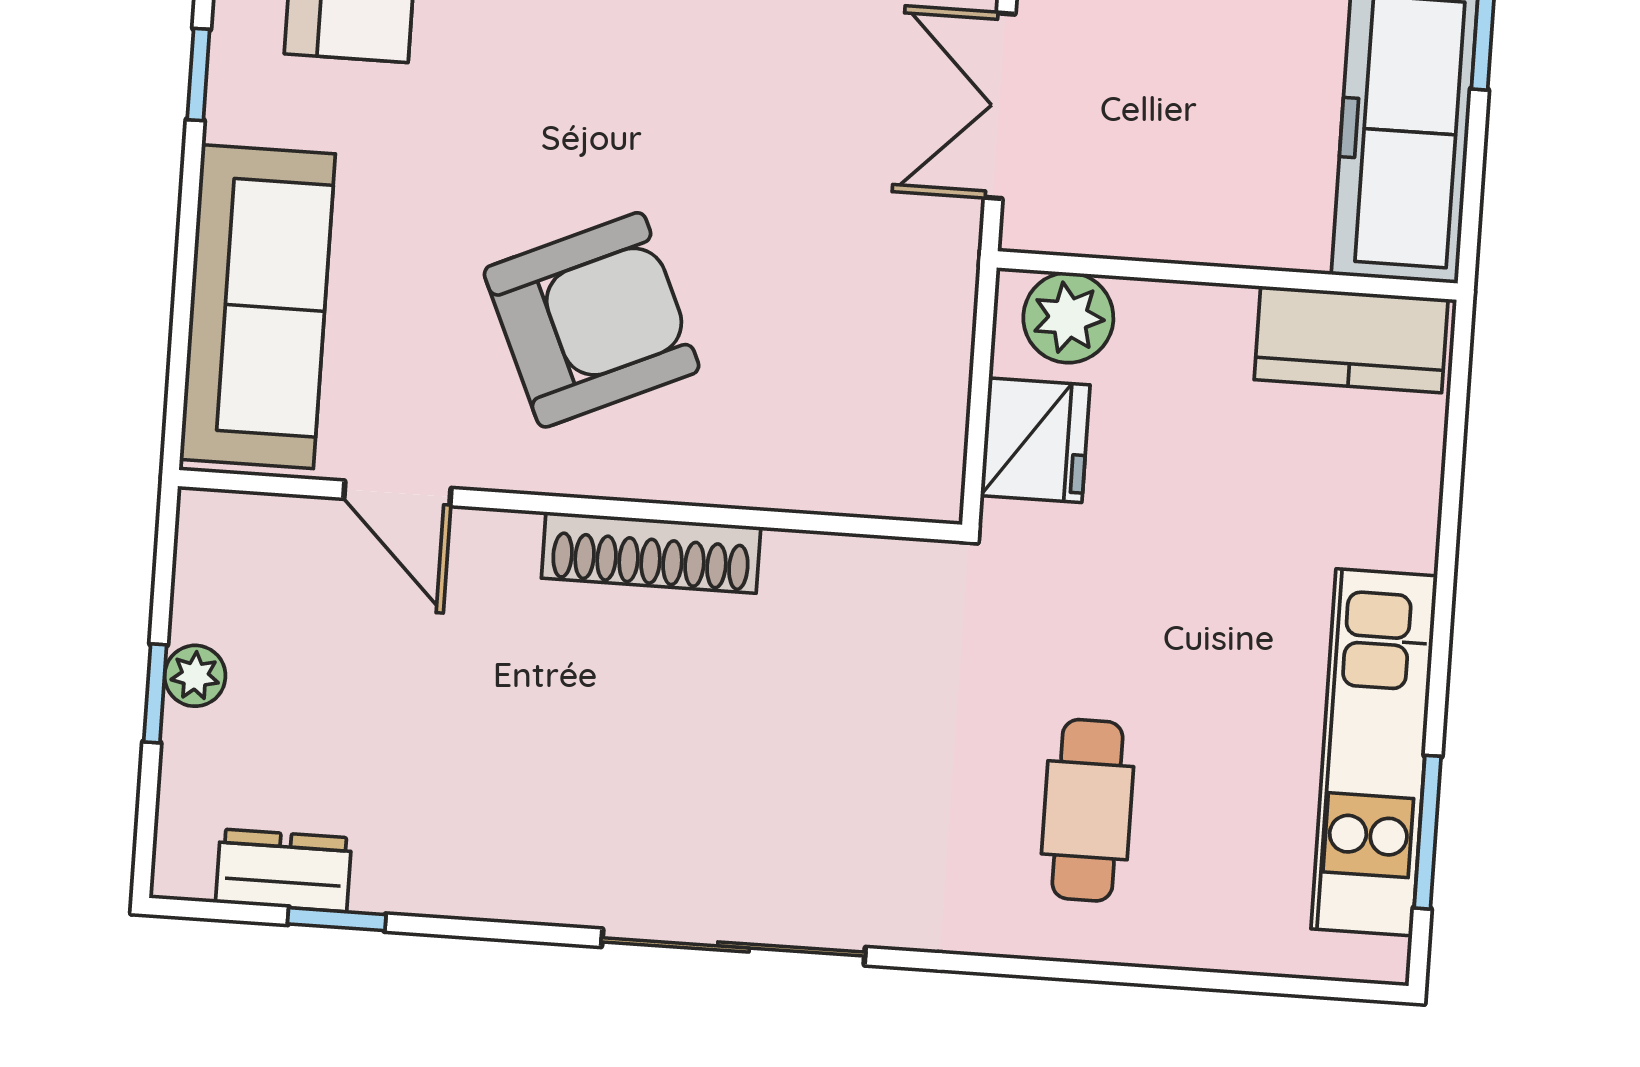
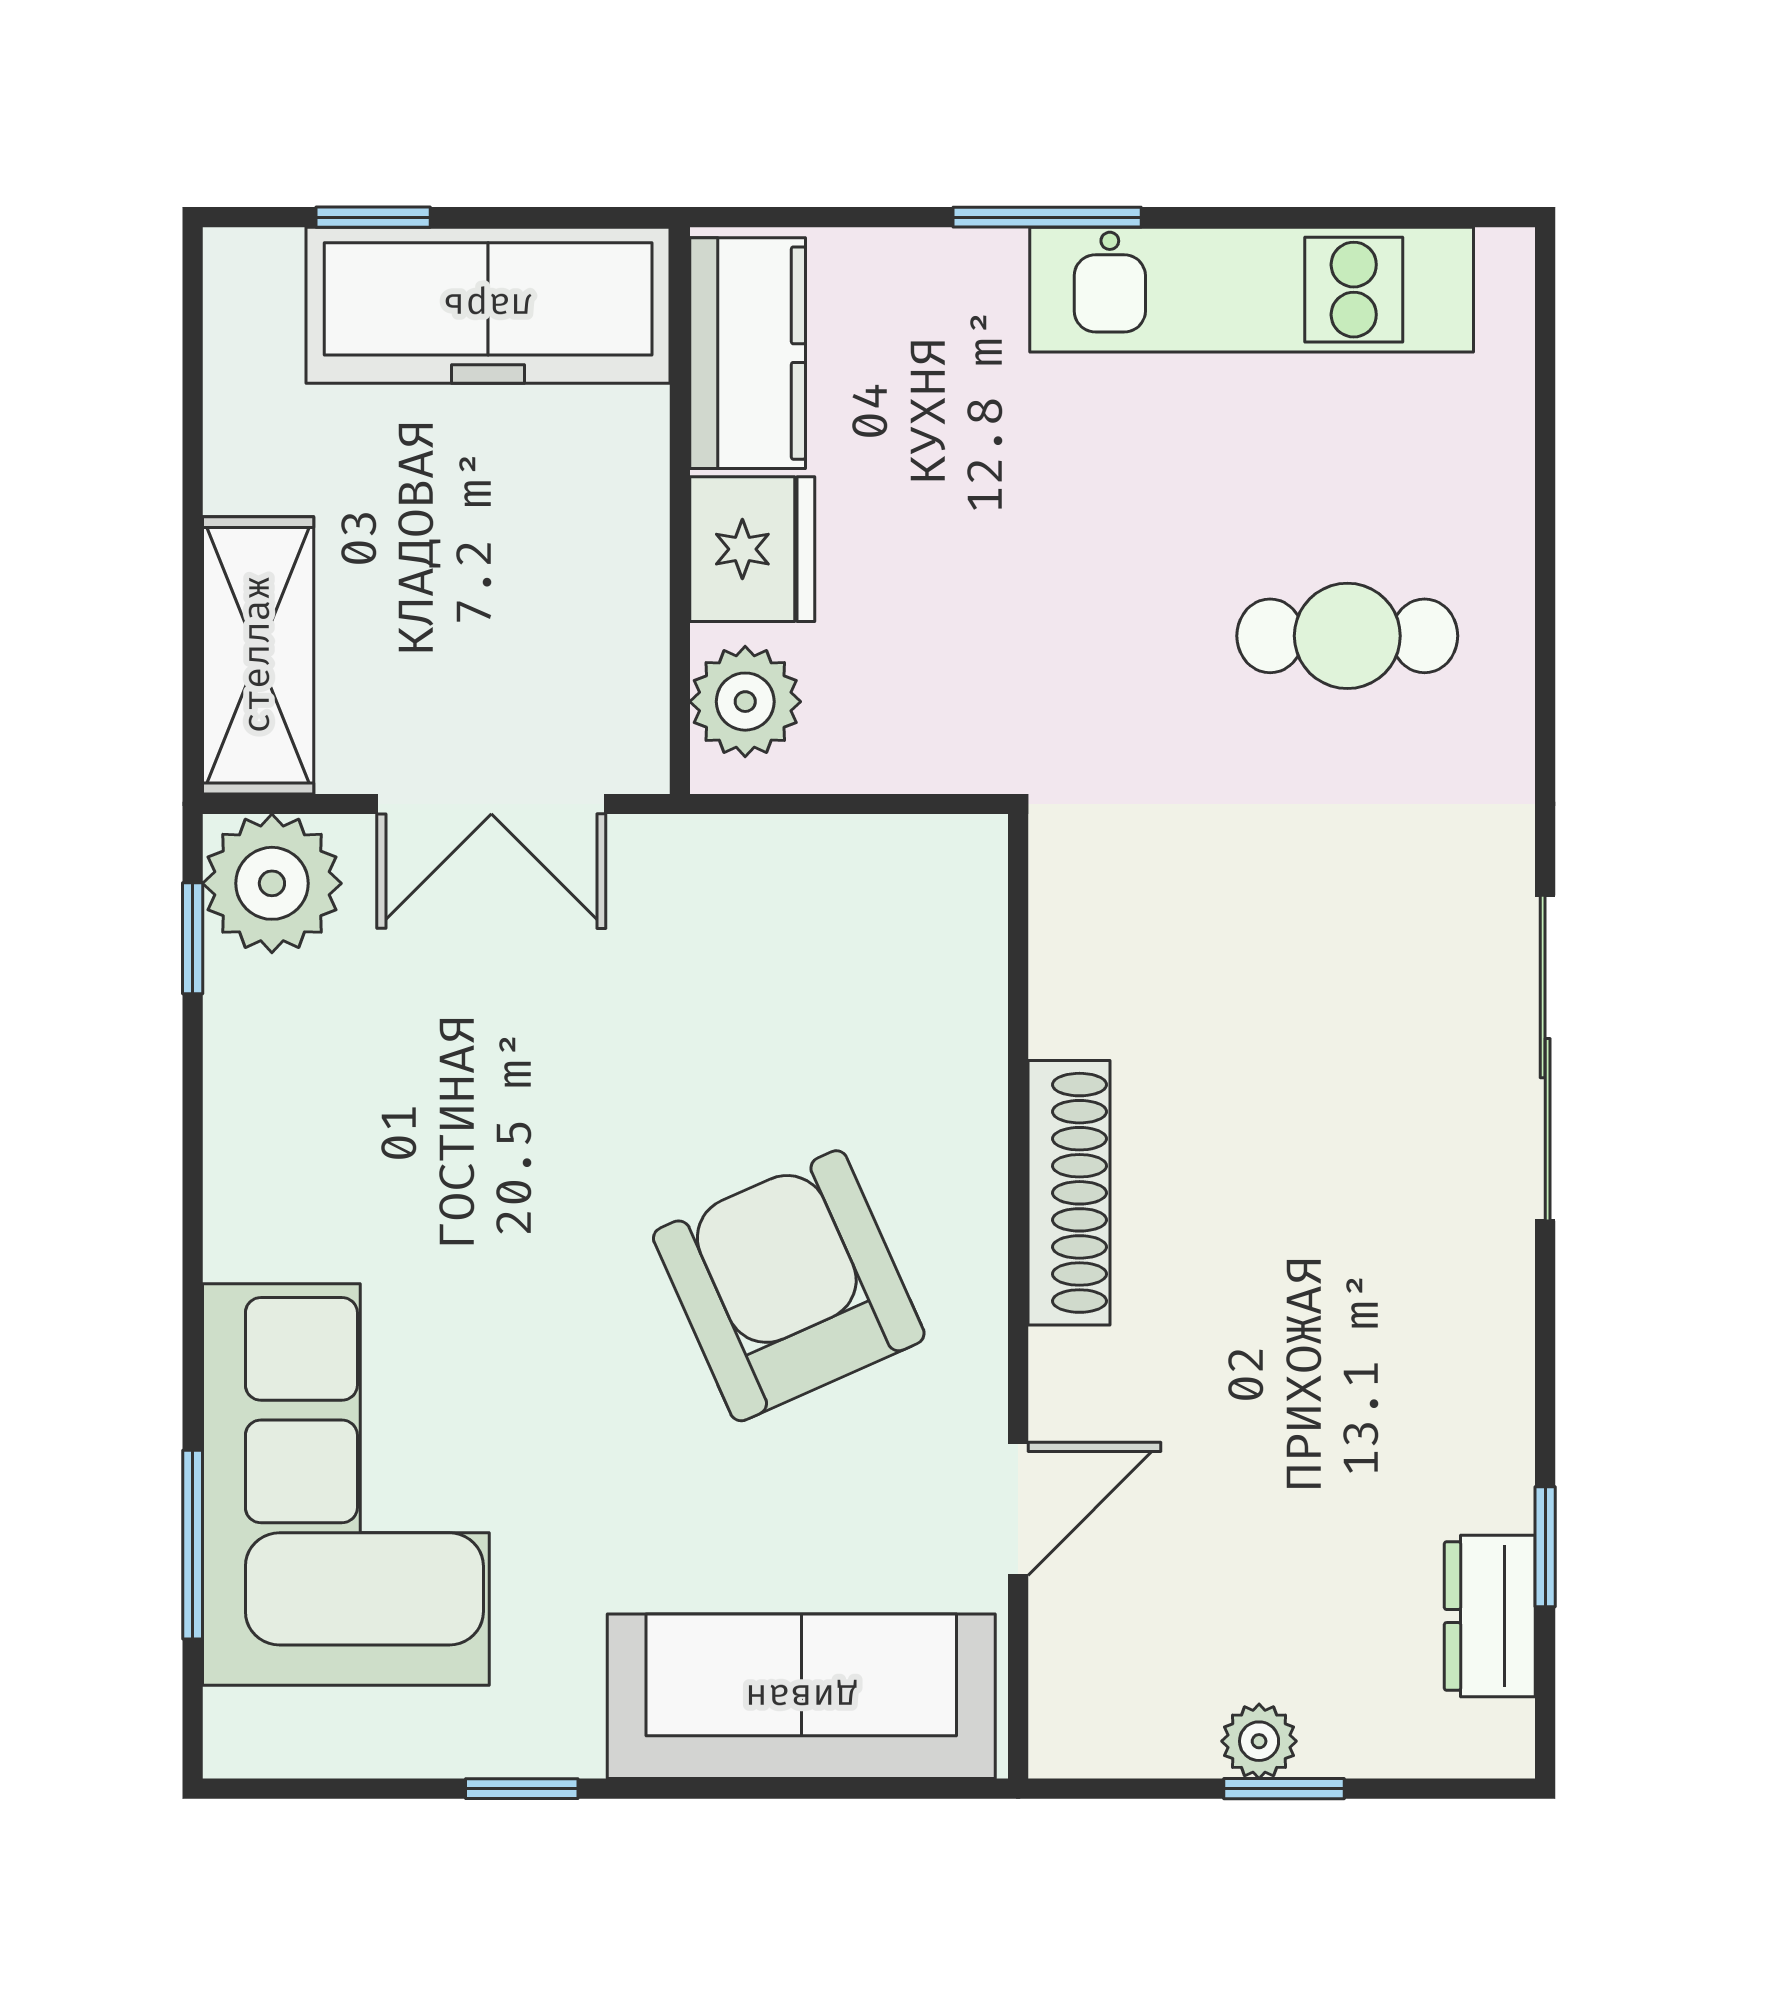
fridge: (1035, 440) -> (752, 549), moved, turned 90
window: (1428, 832) -> (1047, 217), moved

